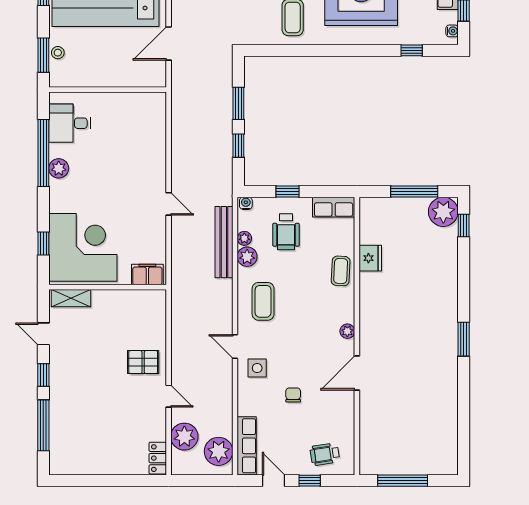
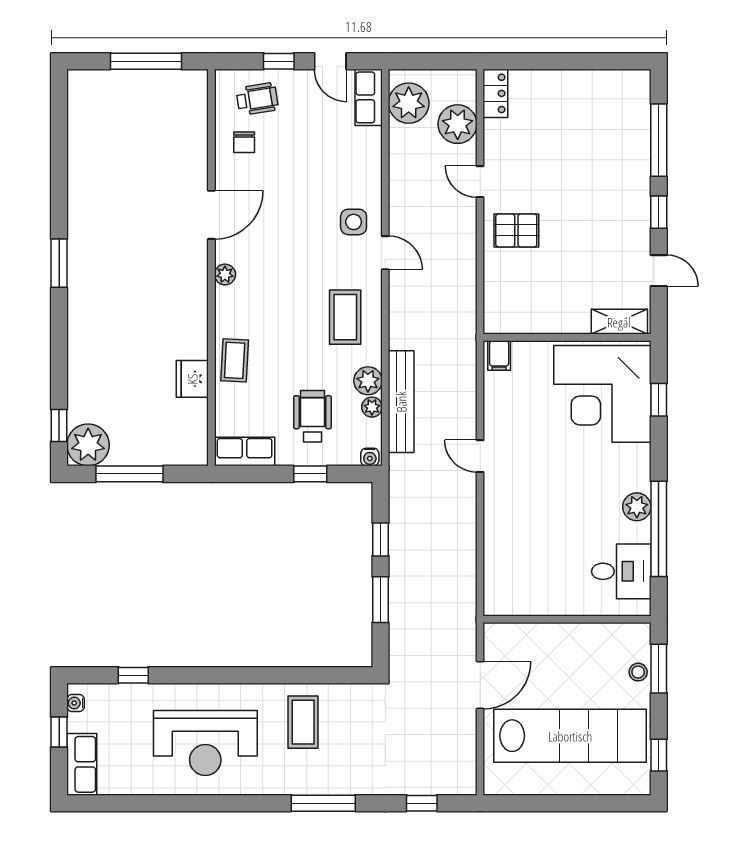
filing cabinet: (147, 274) -> (499, 355), width x0.50
chair: (293, 395) -> (244, 142), moved
row of seats: (247, 446) -> (369, 97), width x0.68

